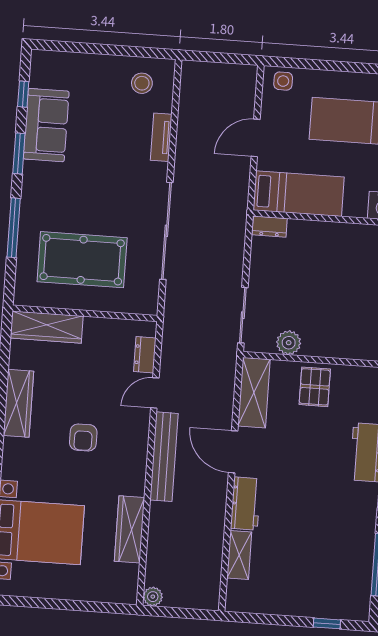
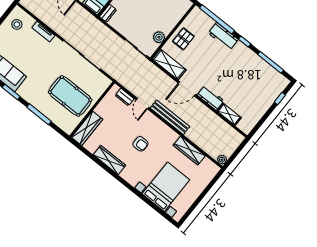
pool table: (82, 260) -> (70, 96), turned 90
pallet: (315, 387) -> (183, 39), turned 90

